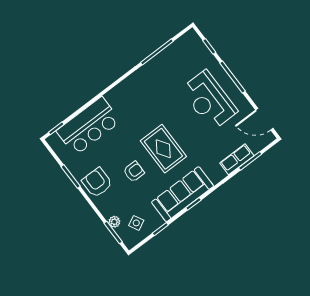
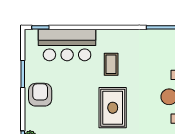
coffee table: (136, 115) -> (111, 64), added
armchair: (134, 172) -> (76, 108), removed

